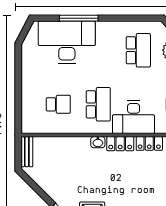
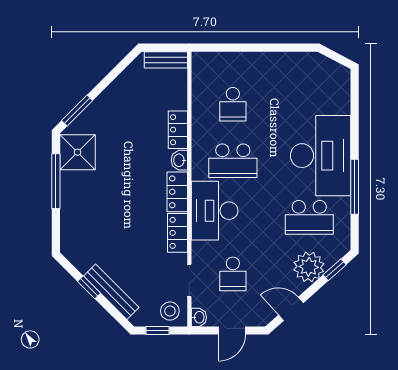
window: (79, 18) -> (355, 187), moved
desk: (67, 42) -> (321, 156), moved
locker: (76, 143) -> (178, 130), added

